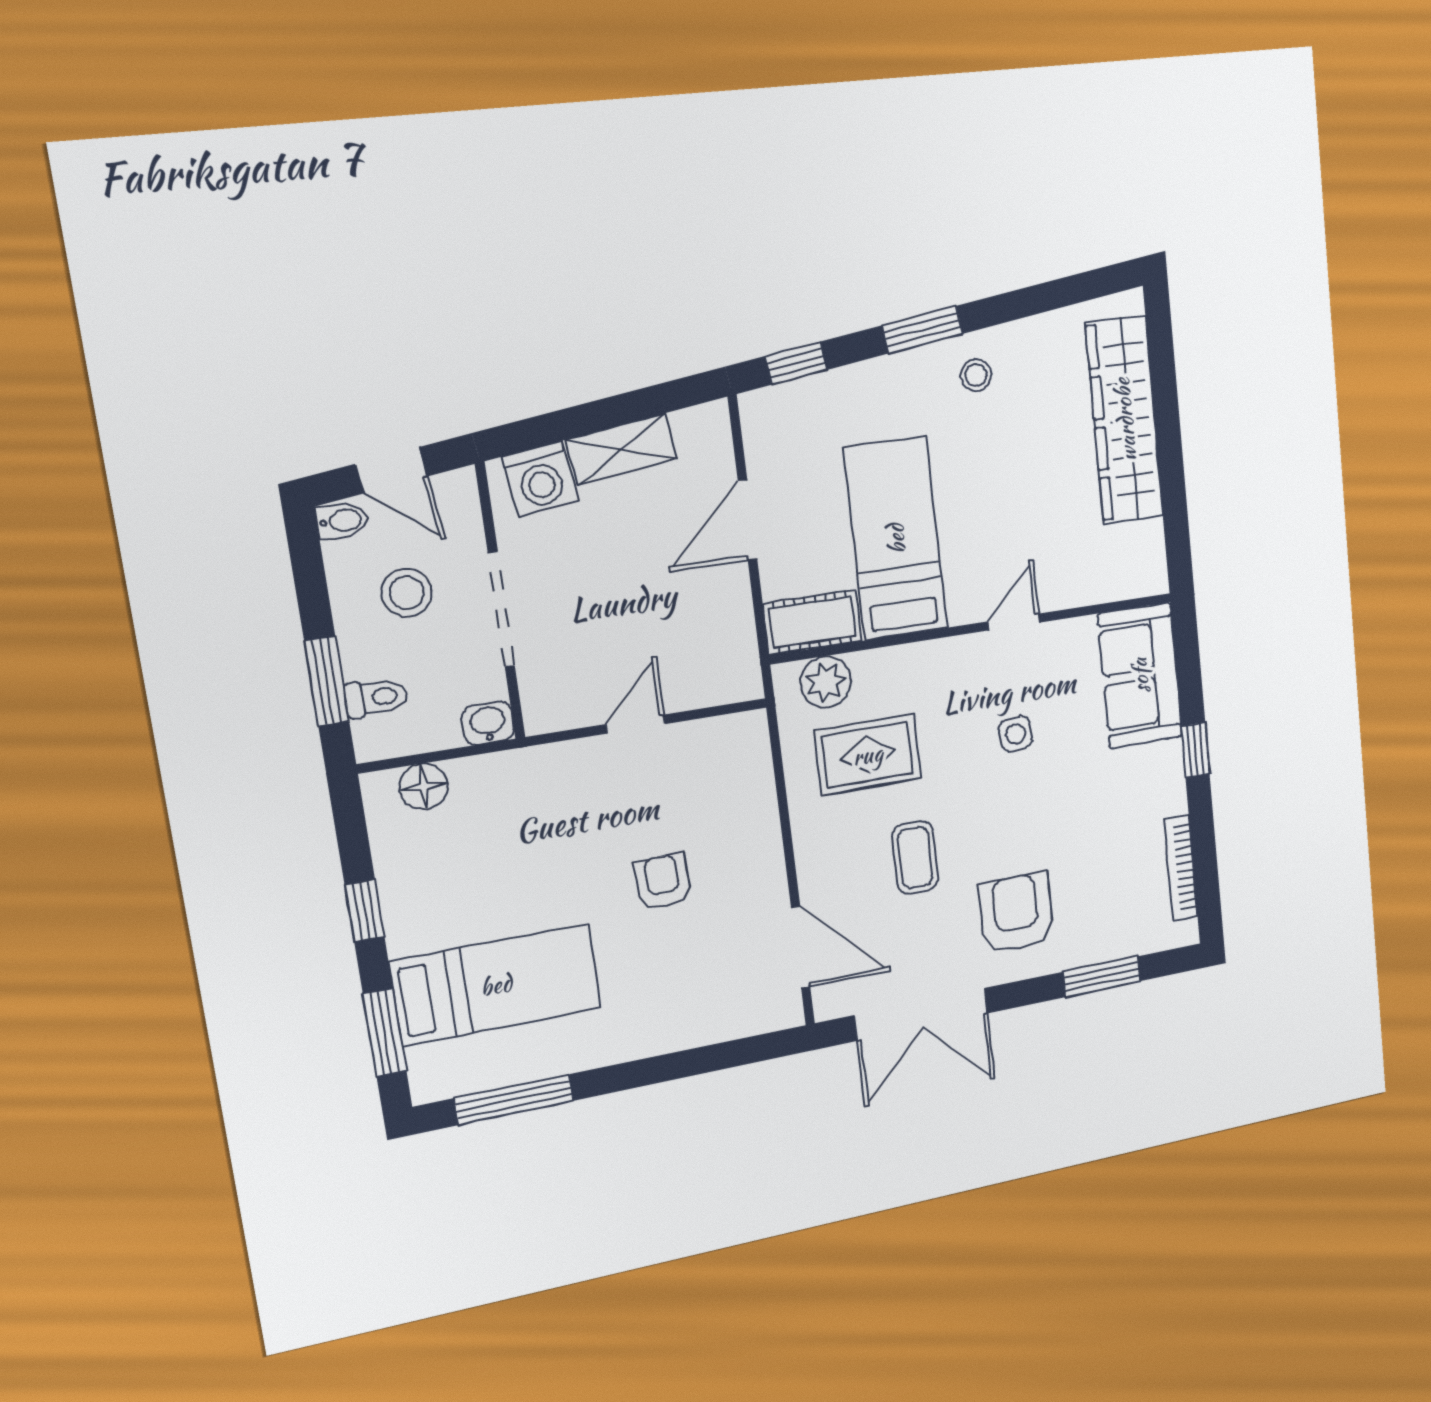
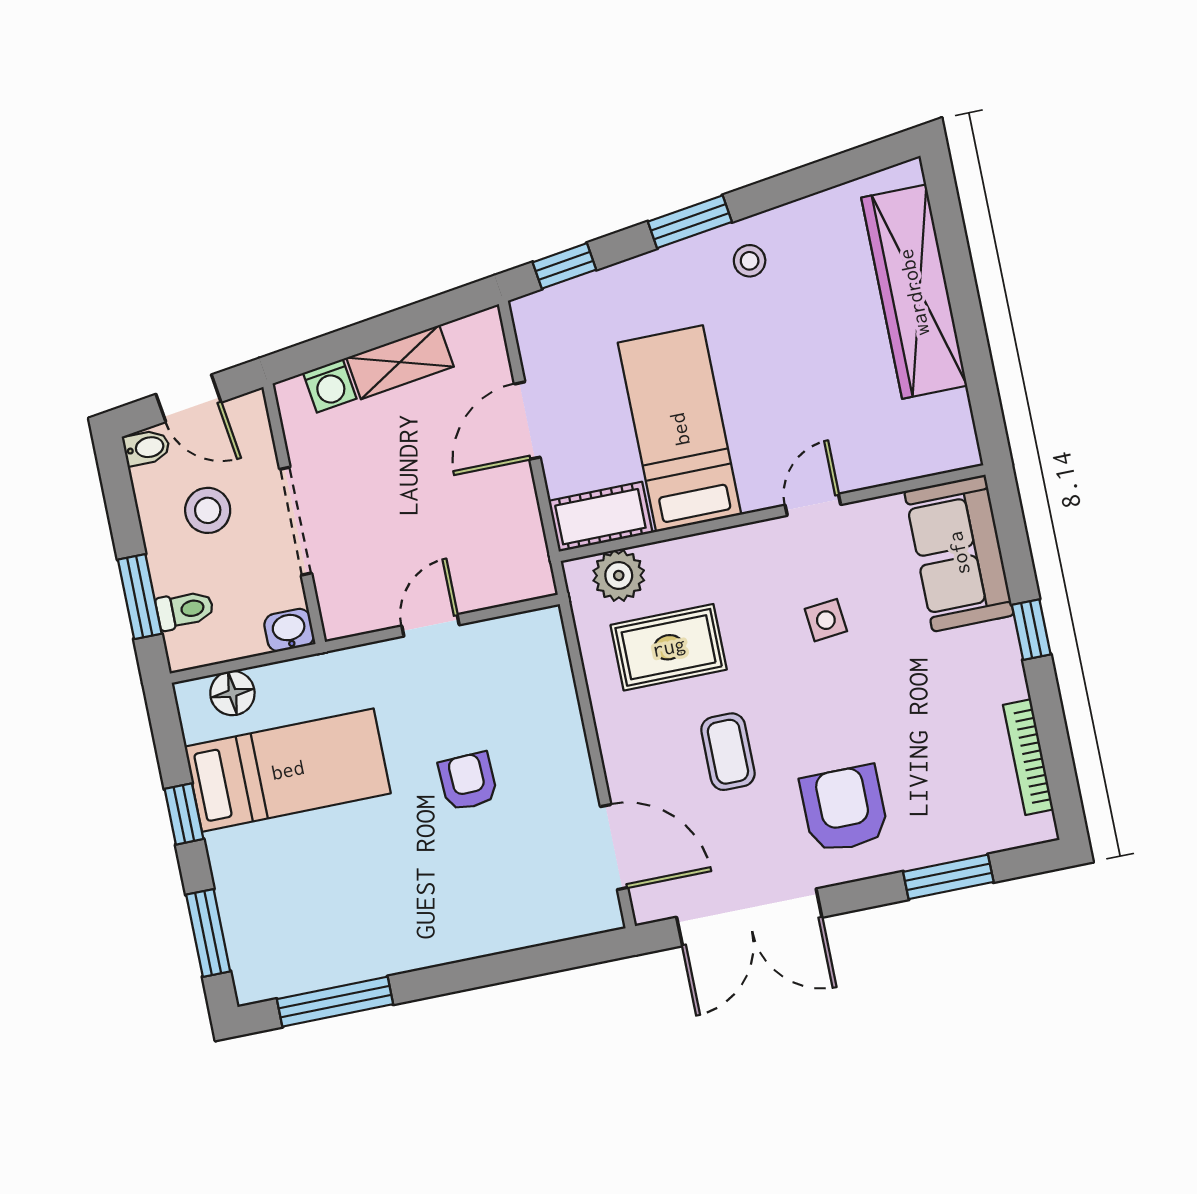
washing machine: (540, 479) -> (330, 386), width x0.73, depth x0.73
bed: (496, 985) -> (288, 770), moved

